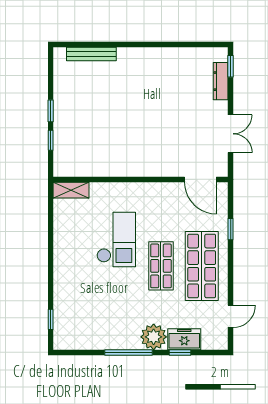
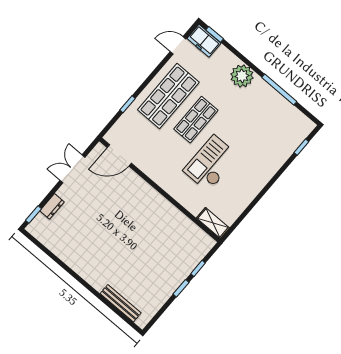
dresser: (221, 81) -> (52, 206), width x0.70
door: (200, 179) -> (119, 155), swing flipped
freezer: (184, 339) -> (204, 41), moved
window: (129, 352) -> (279, 89), moved
window: (180, 352) -> (215, 34), moved

